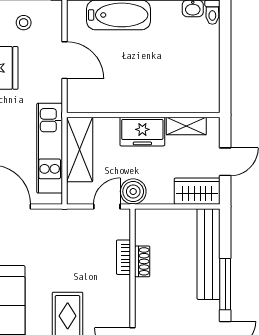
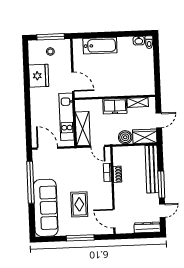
door: (64, 60) -> (73, 82), moved
shelving: (80, 149) -> (83, 129), moved
boiler: (133, 191) -> (125, 137), moved
door: (107, 206) -> (98, 146), swing flipped

